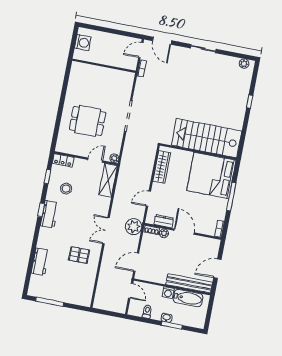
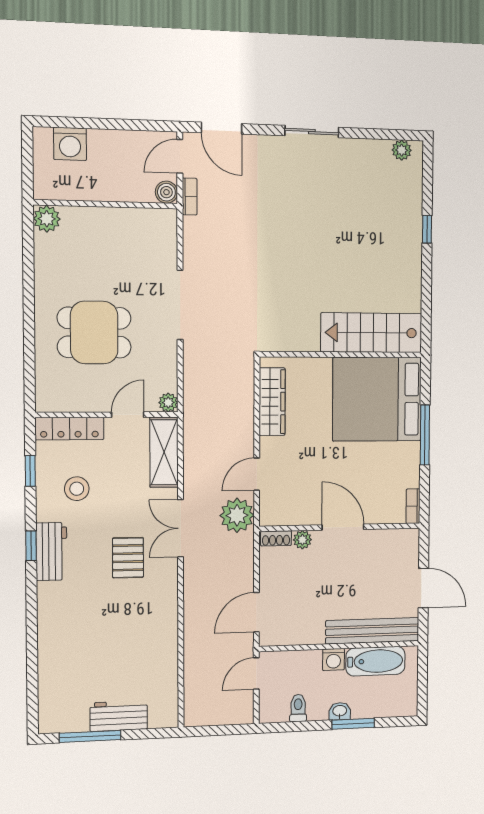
washing machine: (83, 43) -> (70, 144), moved, turned 90
boiler: (132, 65) -> (166, 192), added
plant: (77, 68) -> (47, 219), added
stairs: (207, 138) -> (372, 333), width x0.73, depth x0.66
locker: (63, 160) -> (69, 429), width x1.53
dresser: (164, 221) -> (297, 515), removed
plant: (134, 227) -> (237, 515), moved
double door: (106, 231) -> (181, 528), moved
pallet: (79, 255) -> (128, 558), moved, turned 90
workbench: (40, 262) -> (119, 716), moved, turned -90
door: (217, 269) -> (423, 588), swing flipped
door: (131, 291) -> (256, 673), swing flipped

